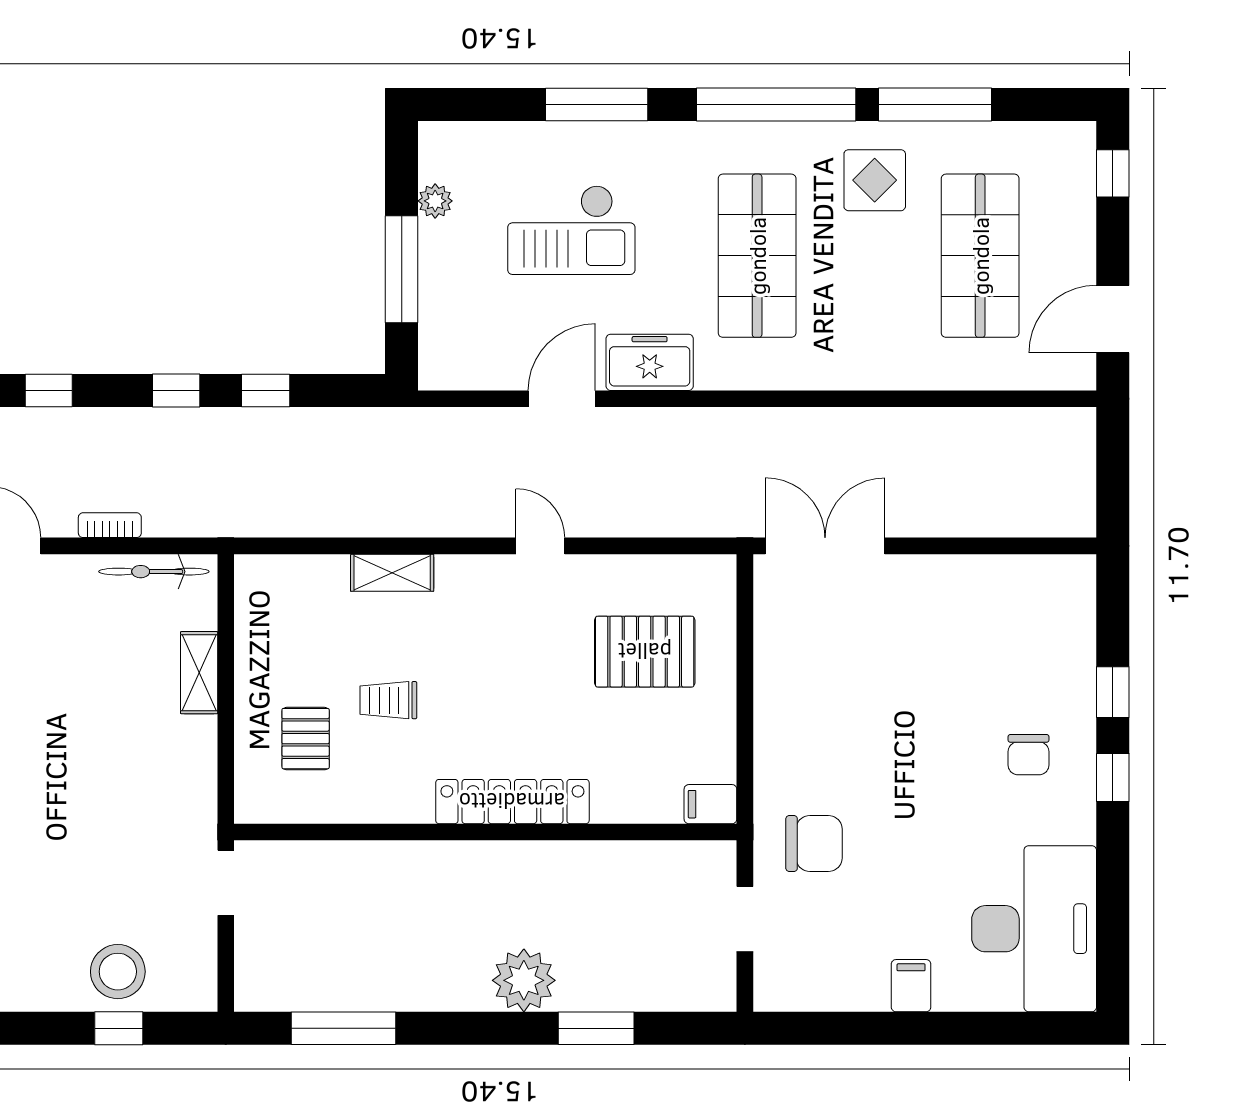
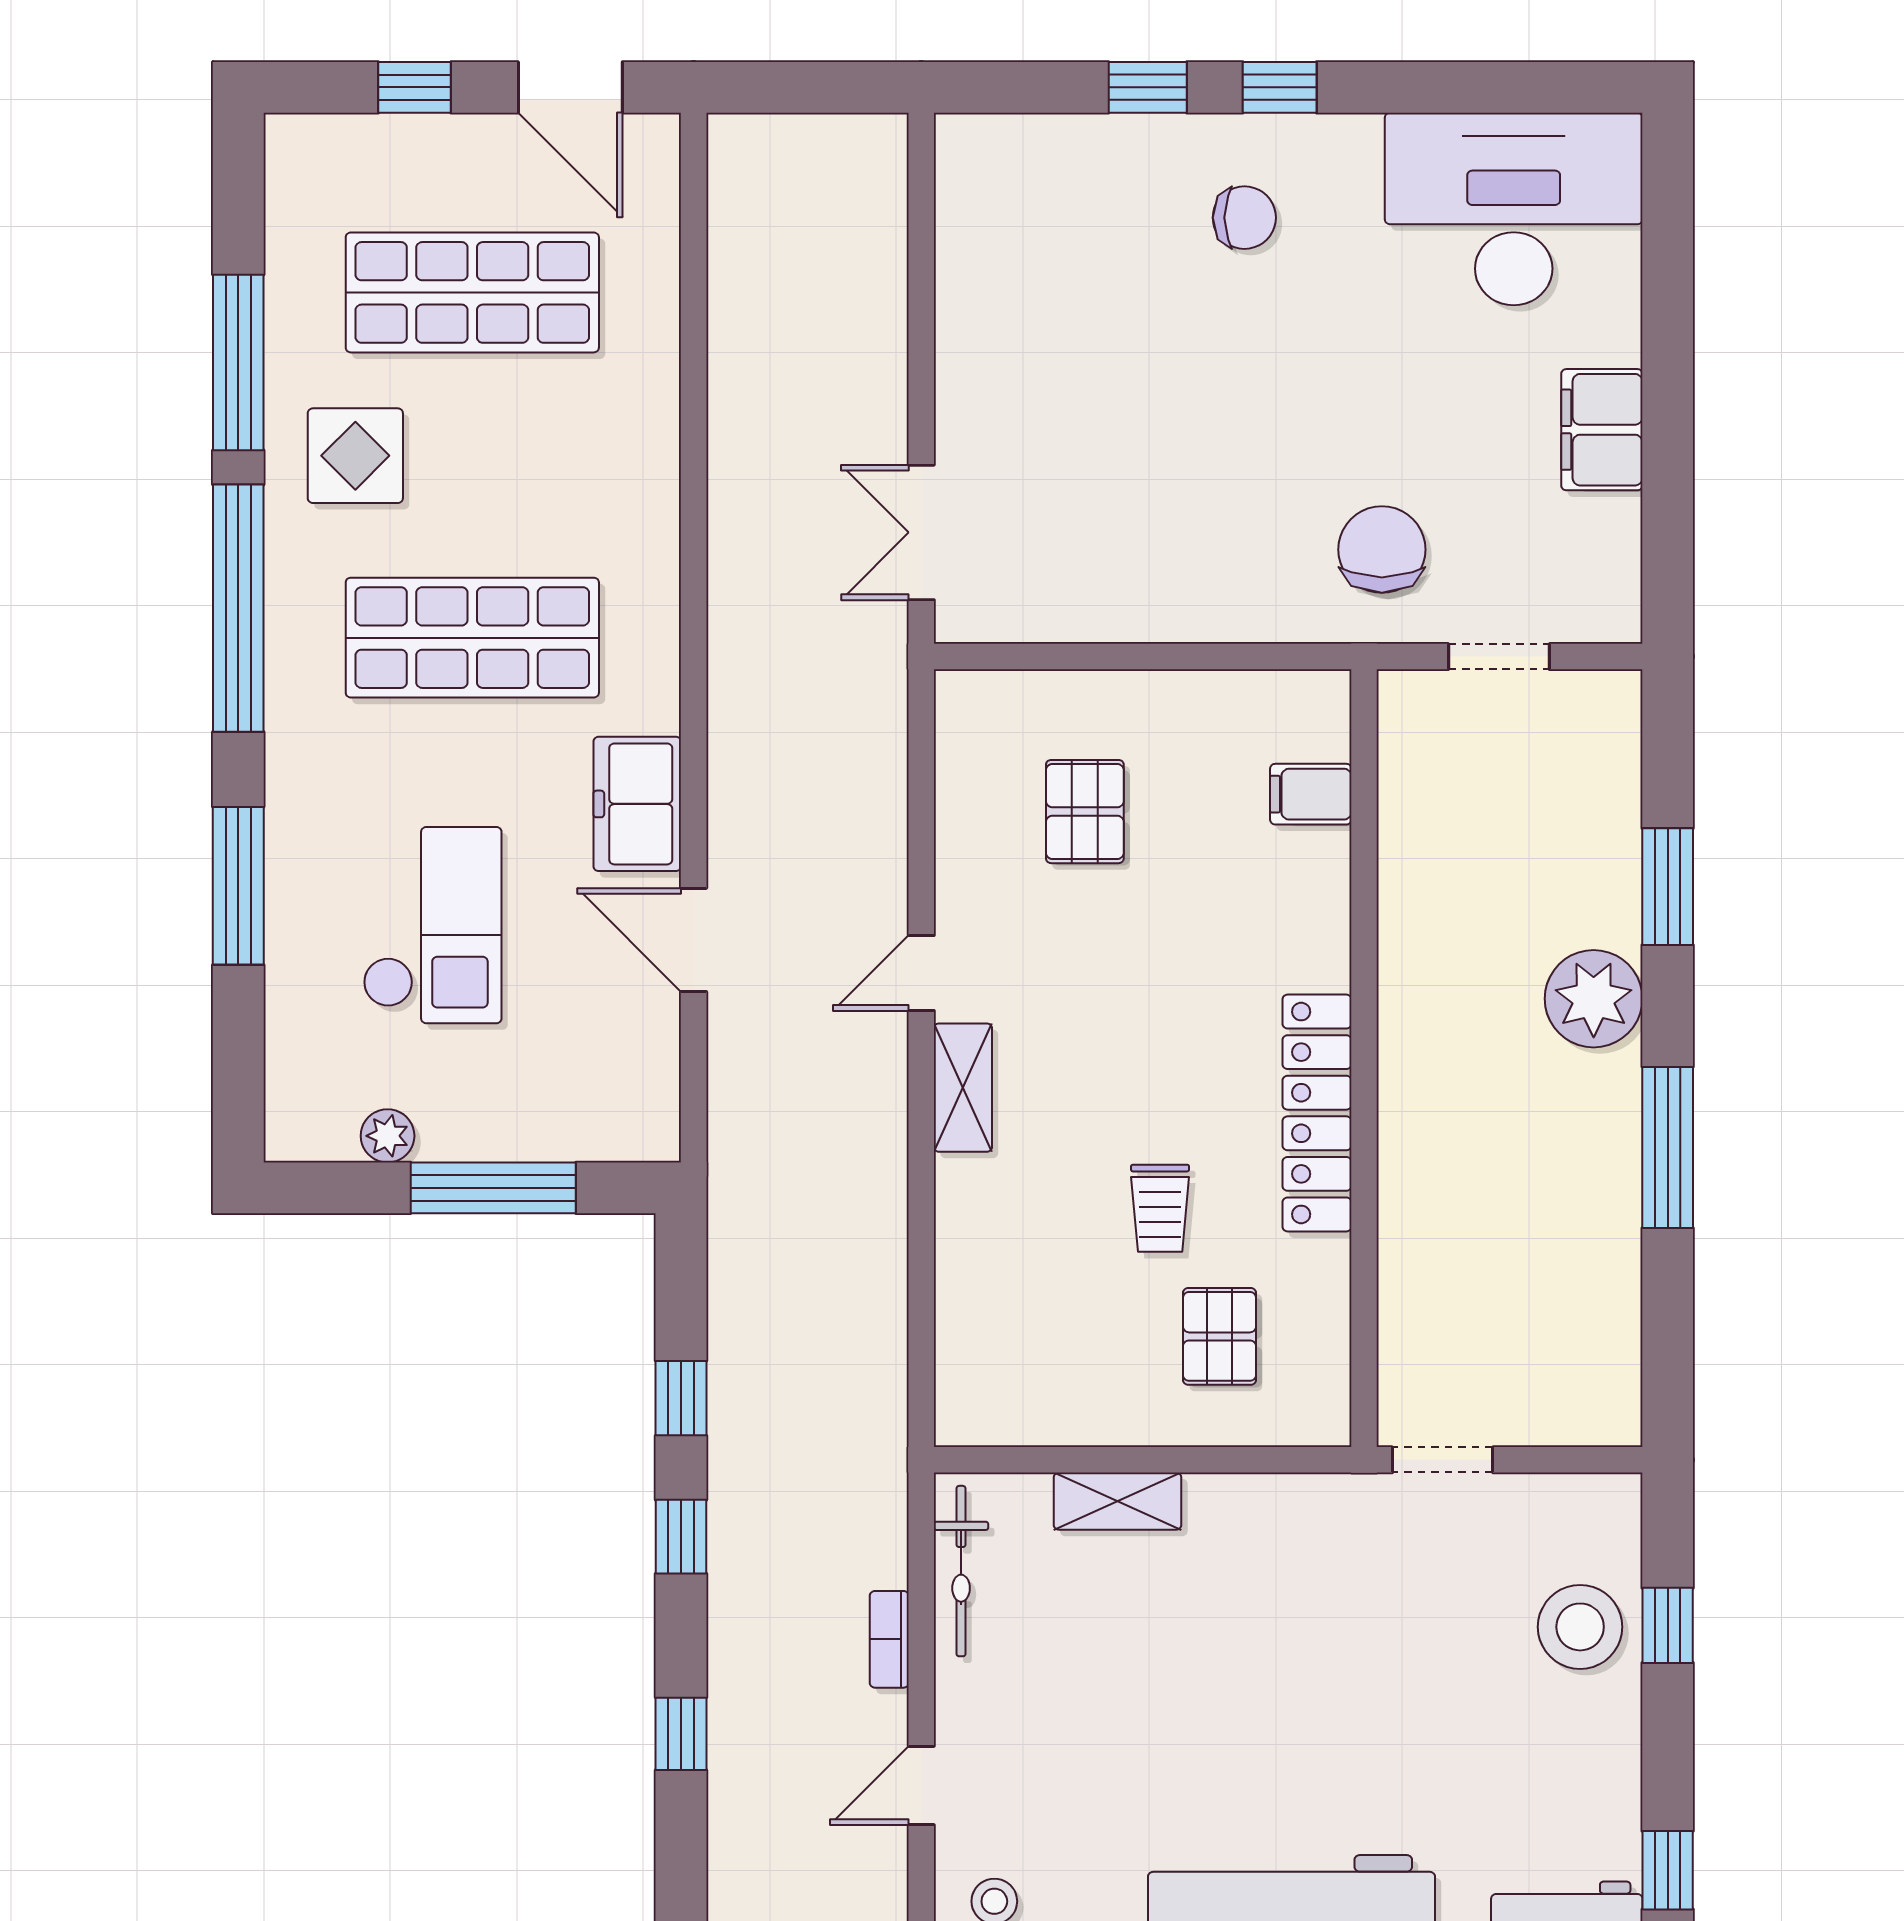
window: (1113, 173) -> (415, 87), moved
double door: (825, 546) -> (921, 532), width x0.73
shelving: (392, 573) -> (963, 1088), moved
pallet: (645, 652) -> (1085, 812), width x0.67, depth x0.71
pallet: (306, 739) -> (1219, 1336), turned 90
locker: (512, 802) -> (1317, 1113), moved
filing cabinet: (710, 804) -> (1311, 794), moved, turned 90
filing cabinet: (911, 986) -> (1602, 430), width x2.00
window: (344, 1028) -> (1668, 1147), moved

